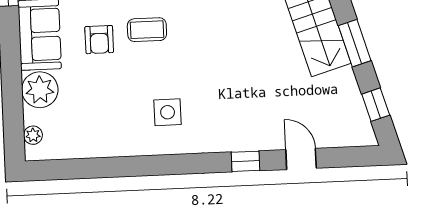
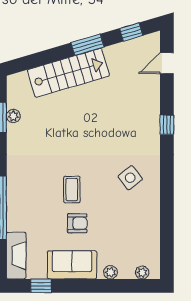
plant: (40, 90) -> (111, 272), width x0.53, depth x0.53
side table: (168, 112) -> (130, 178), turned -38
door: (301, 159) -> (167, 63), moved

